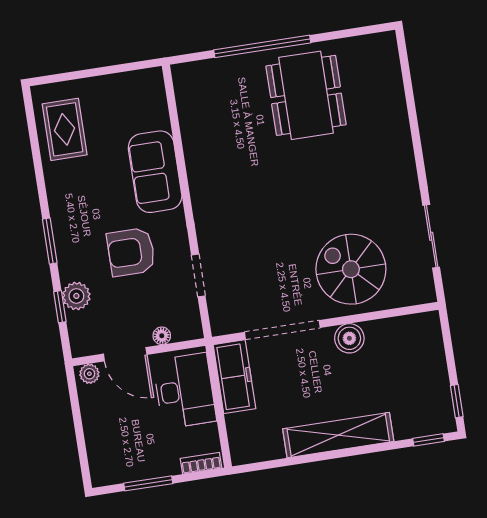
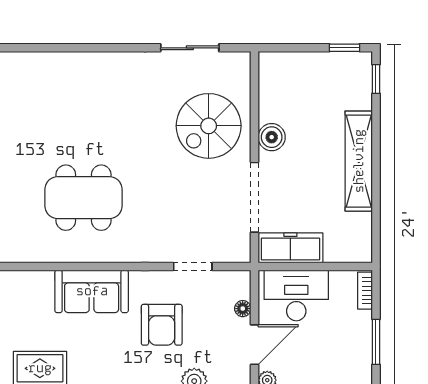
dining table: (306, 95) -> (84, 198), moved

